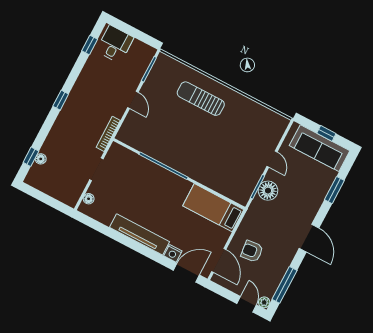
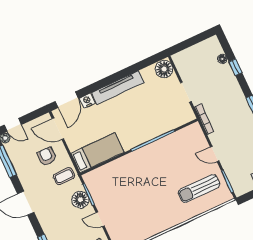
sun lounger: (201, 99) -> (199, 189), moved, turned 180
window: (31, 157) -> (236, 67), moved
floor lamp: (89, 199) -> (164, 69), width x1.89, depth x1.89
coffee table: (258, 222) -> (64, 176), added
armchair: (252, 251) -> (47, 157), turned -84

